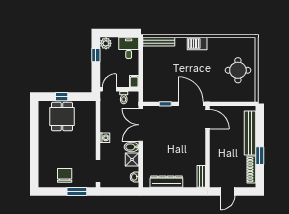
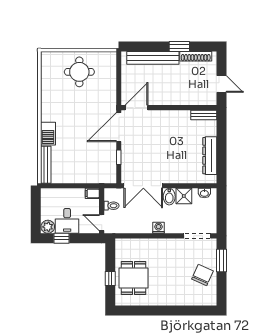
barbecue: (197, 43) -> (48, 134), moved
desk: (129, 48) -> (67, 221), moved, turned -90
dining table: (62, 116) -> (134, 278), turned 90
chair: (65, 175) -> (202, 275), turned 114

